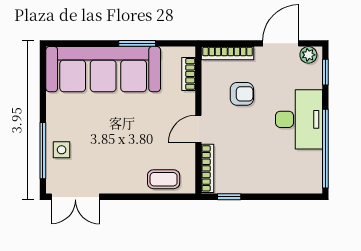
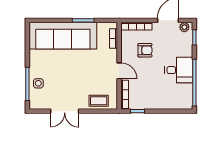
desk: (299, 119) -> (179, 70), width x0.73
door: (198, 129) -> (119, 71), swing flipped
double door: (75, 197) -> (65, 111), moved

